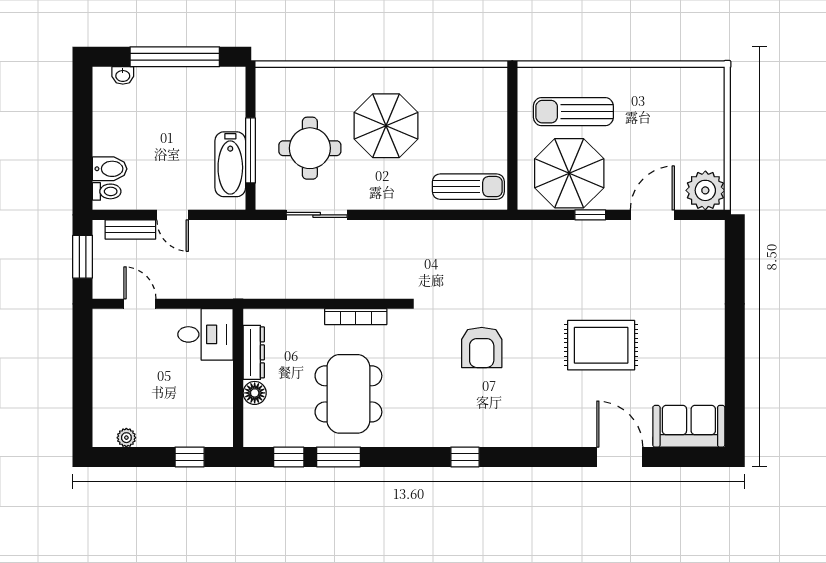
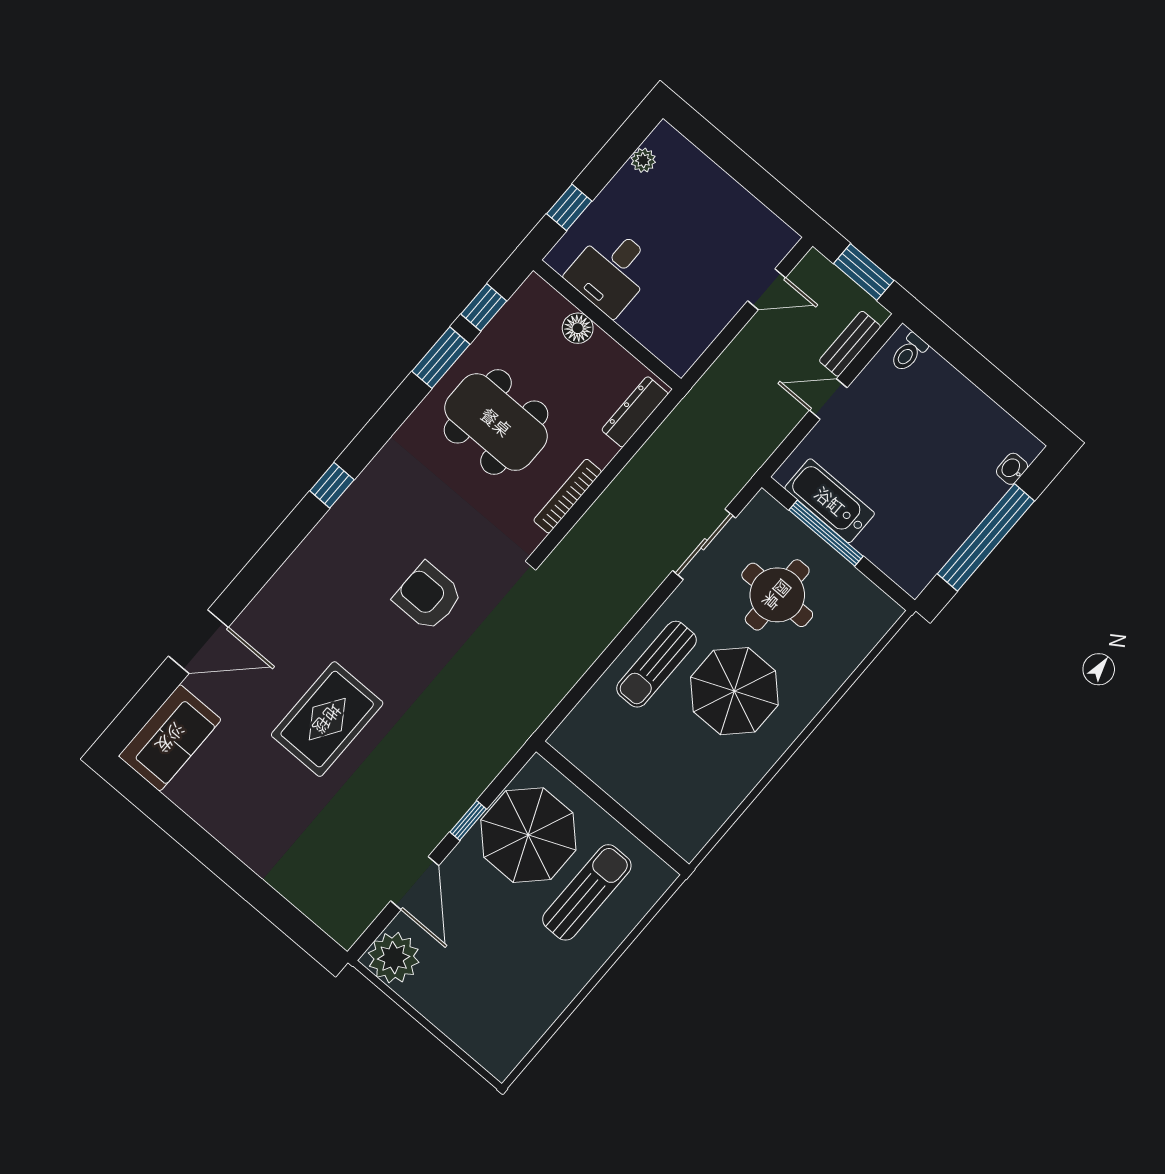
bidet: (110, 169) -> (929, 375), removed
sun lounger: (468, 187) -> (657, 664), moved
desk: (206, 334) -> (611, 271), moved
dresser: (254, 352) -> (635, 412), moved, turned 90

